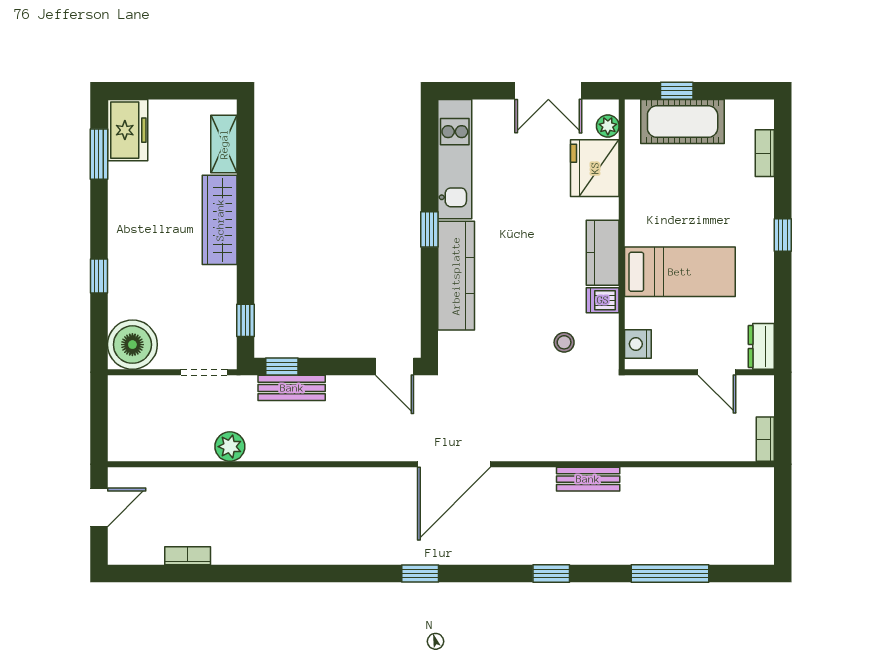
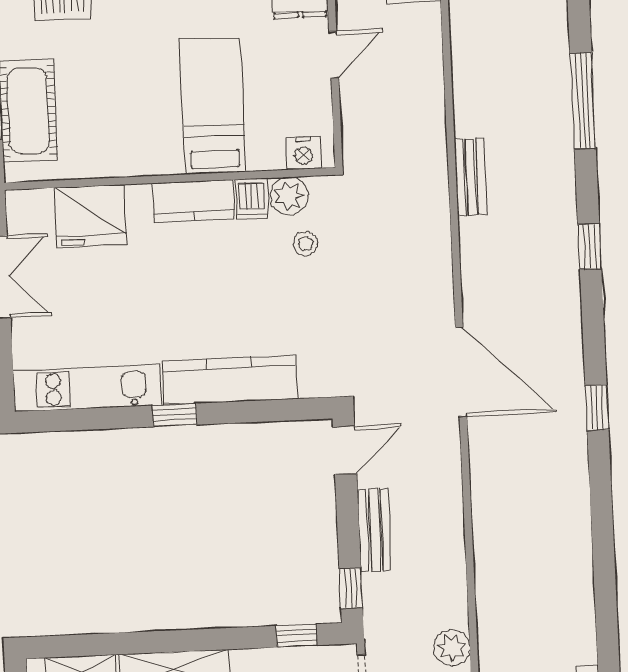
plant: (608, 126) -> (289, 196), moved, width x1.38, depth x1.38
bench: (292, 388) -> (375, 530), moved
bench: (588, 479) -> (471, 177), moved

